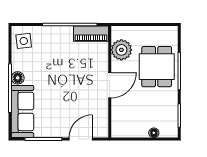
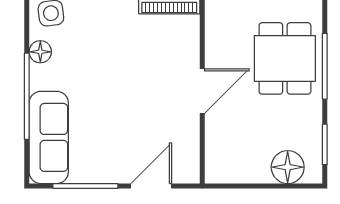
plant: (121, 50) -> (223, 29), removed
floor lamp: (18, 78) -> (40, 52), moved
floor lamp: (154, 133) -> (288, 167), width x1.89, depth x1.89

